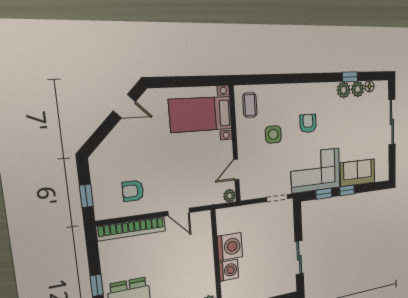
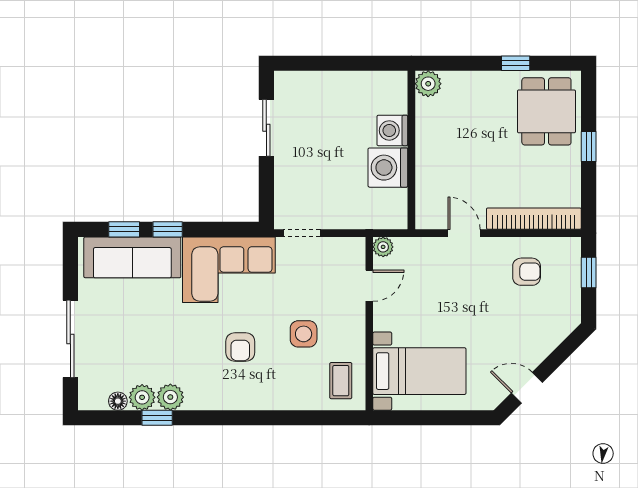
sofa: (358, 173) -> (132, 257), width x1.36
window: (324, 194) -> (124, 229), moved

